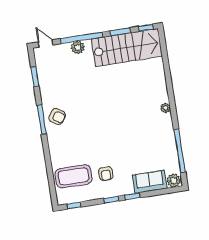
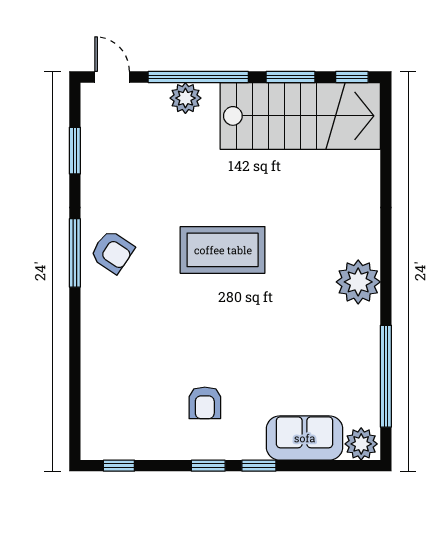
plant: (166, 108) -> (358, 282), width x1.88, depth x1.88
coffee table: (74, 176) -> (223, 250), moved

